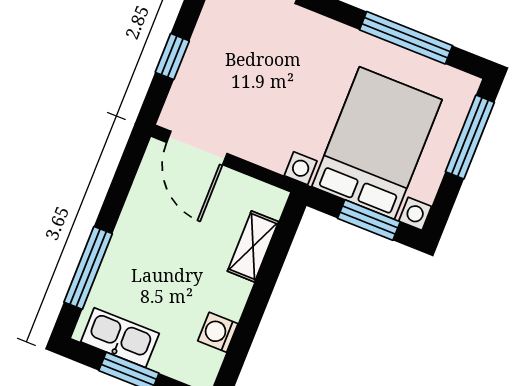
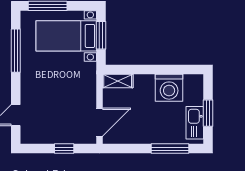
bed with nightstands: (377, 143) -> (66, 36), width x0.73
shelving: (253, 246) -> (118, 81), moved
washing machine: (218, 332) -> (169, 88), width x1.89, depth x1.89

